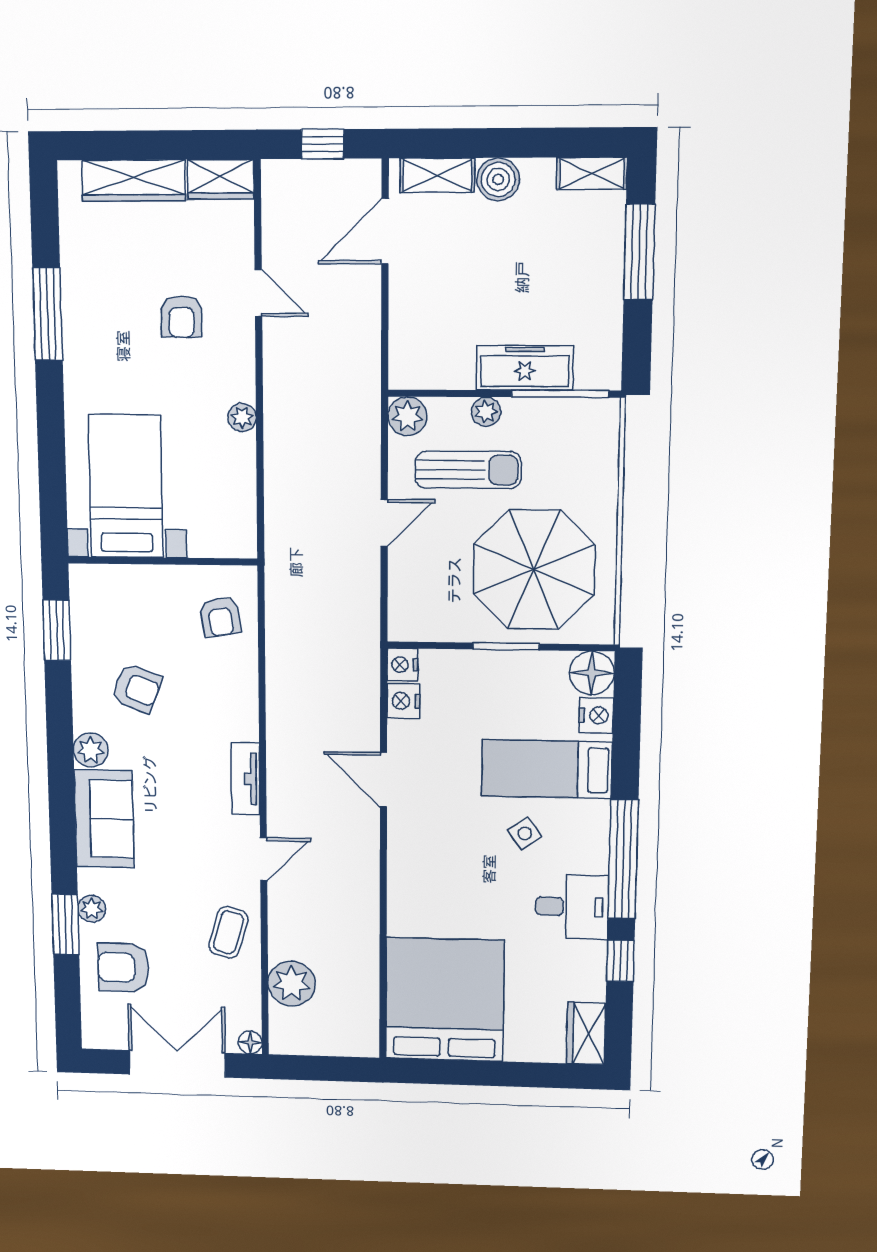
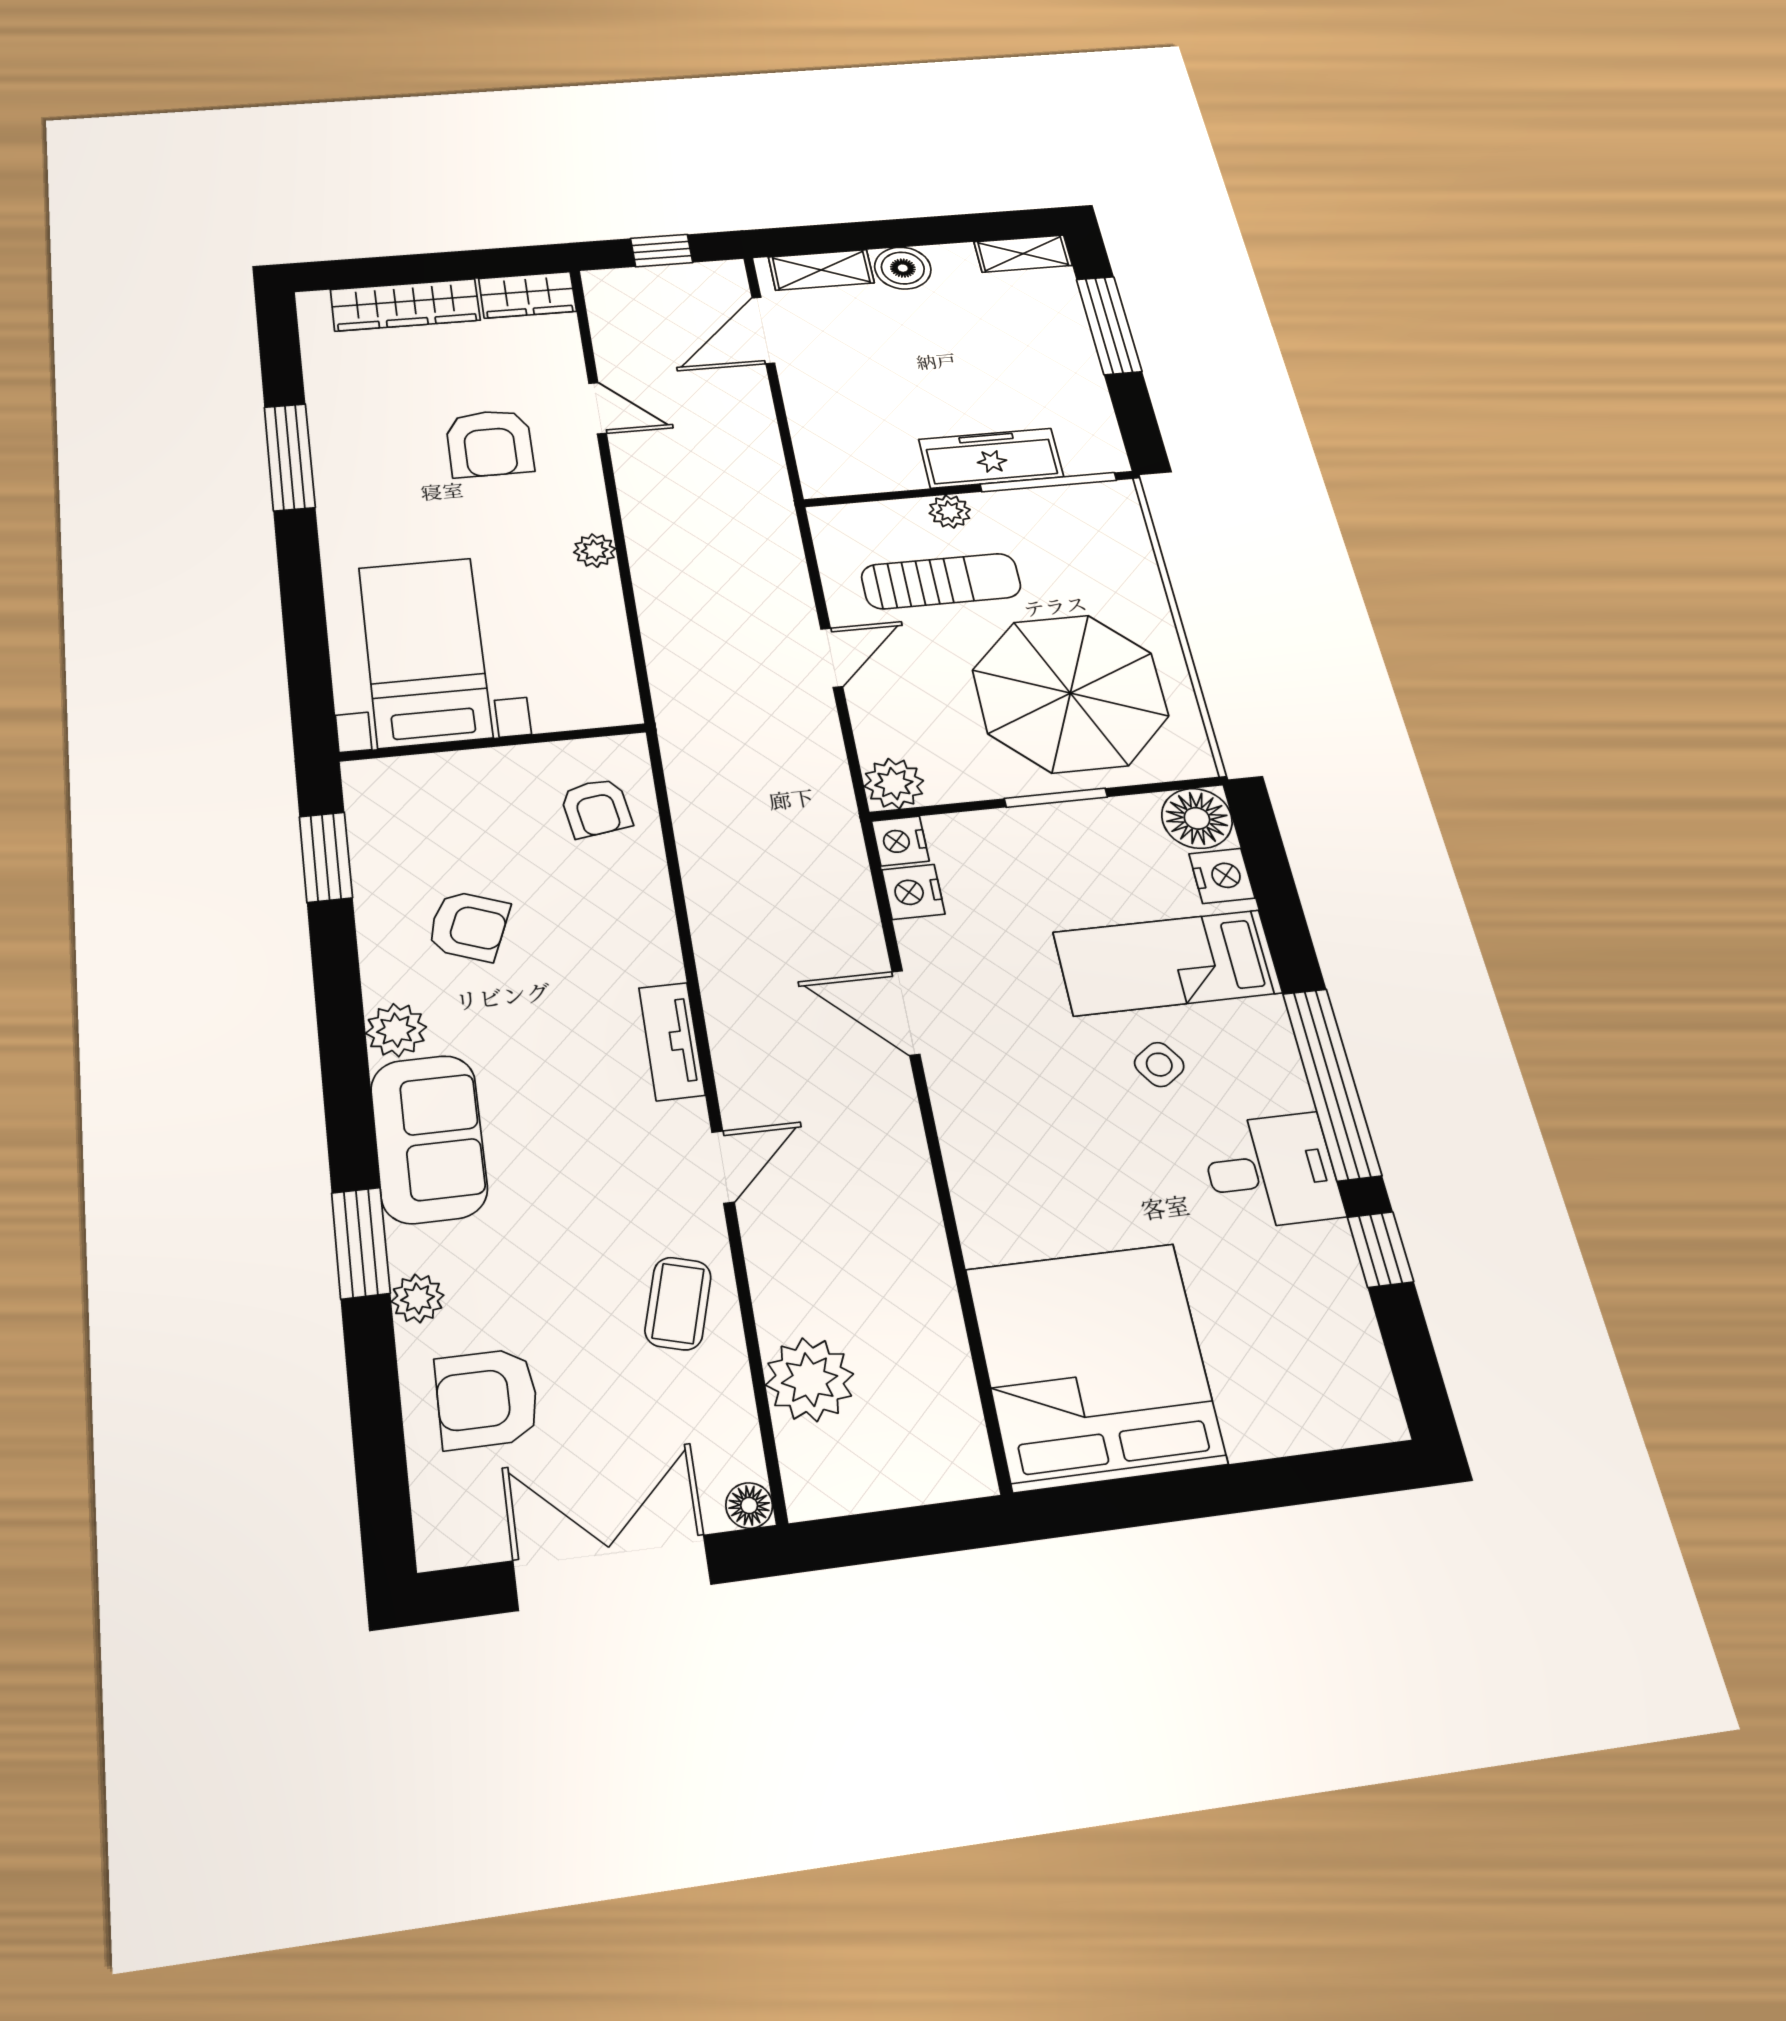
armchair: (182, 317) -> (490, 443), width x1.38, depth x1.38
plant: (407, 416) -> (894, 784), moved
window: (65, 924) -> (361, 1243), moved
wardrobe: (586, 1033) -> (1362, 1387), removed

